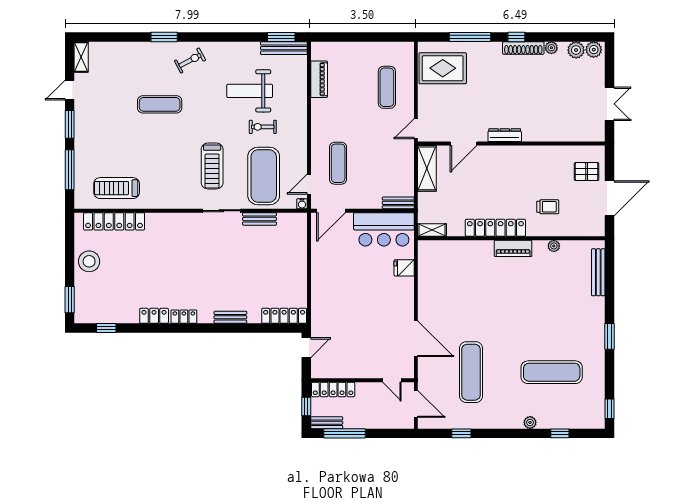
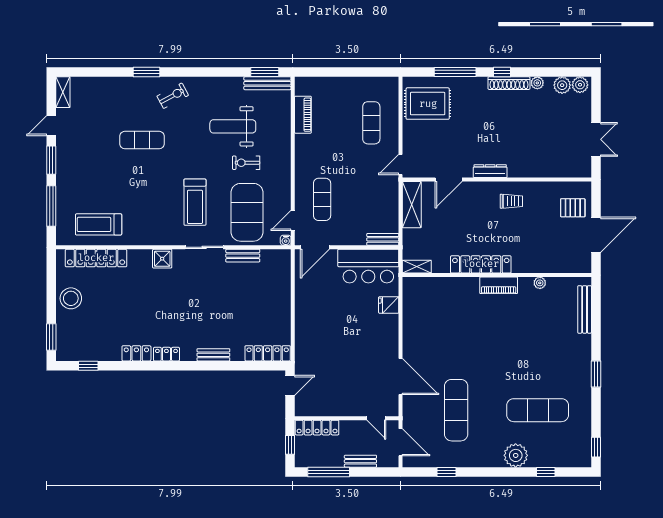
trolley: (548, 207) -> (511, 201), moved
shower: (180, 222) -> (162, 259), added
plant: (530, 422) -> (516, 455), width x1.88, depth x1.88
bench: (327, 423) -> (360, 461), moved

